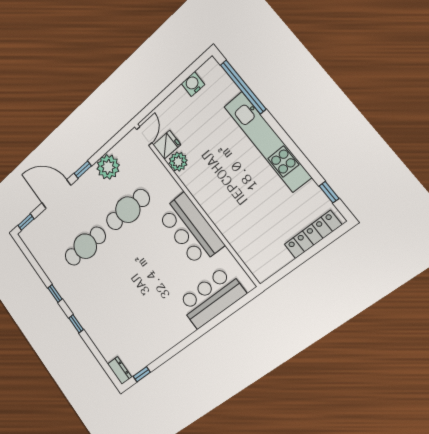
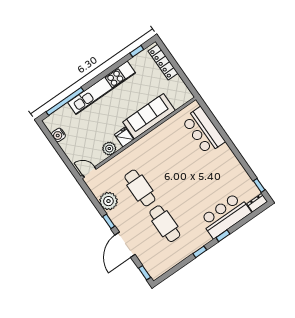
fridge: (167, 145) -> (124, 137), moved
sofa: (228, 217) -> (149, 116), added
bar counter: (190, 230) -> (225, 215), moved, turned 180

